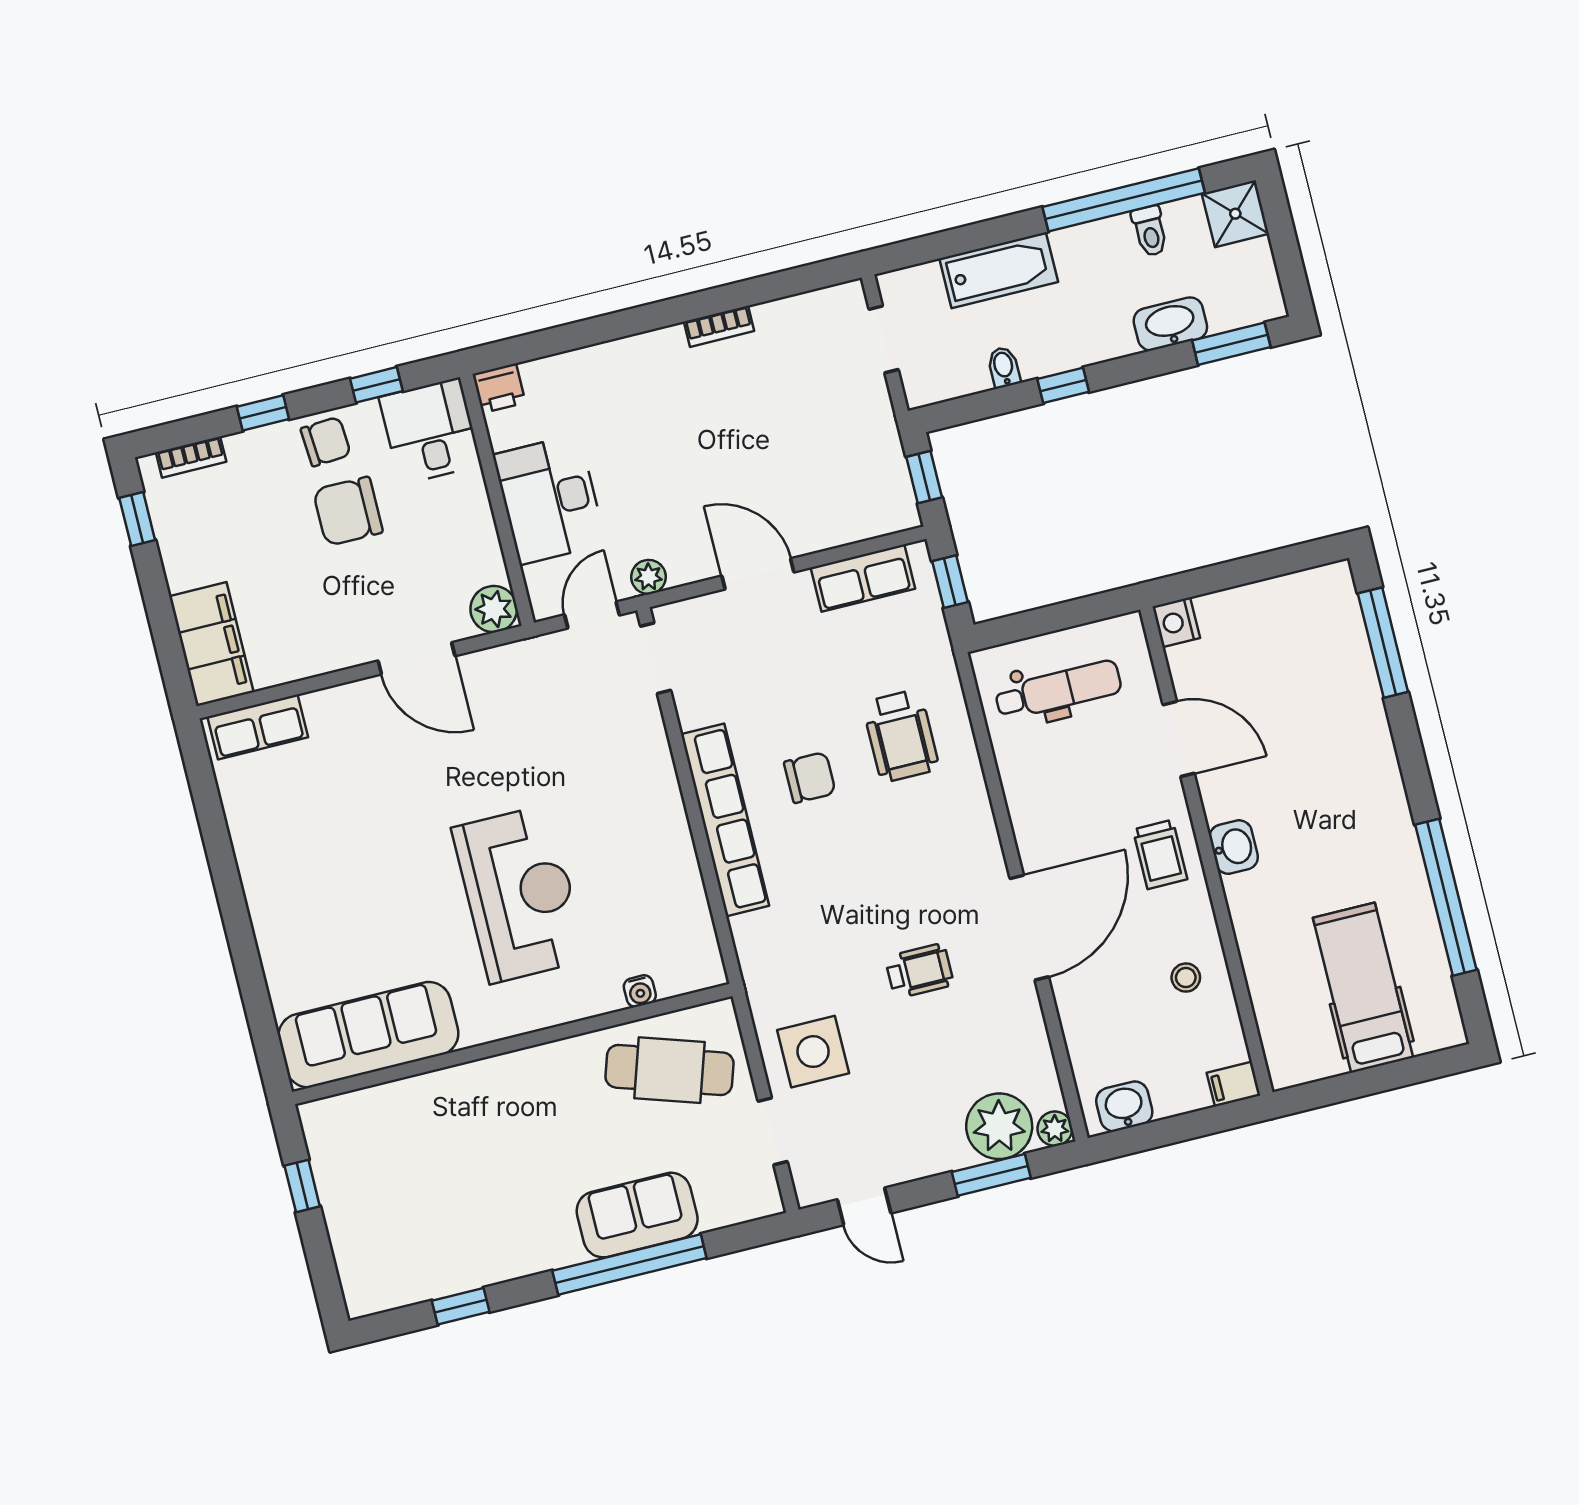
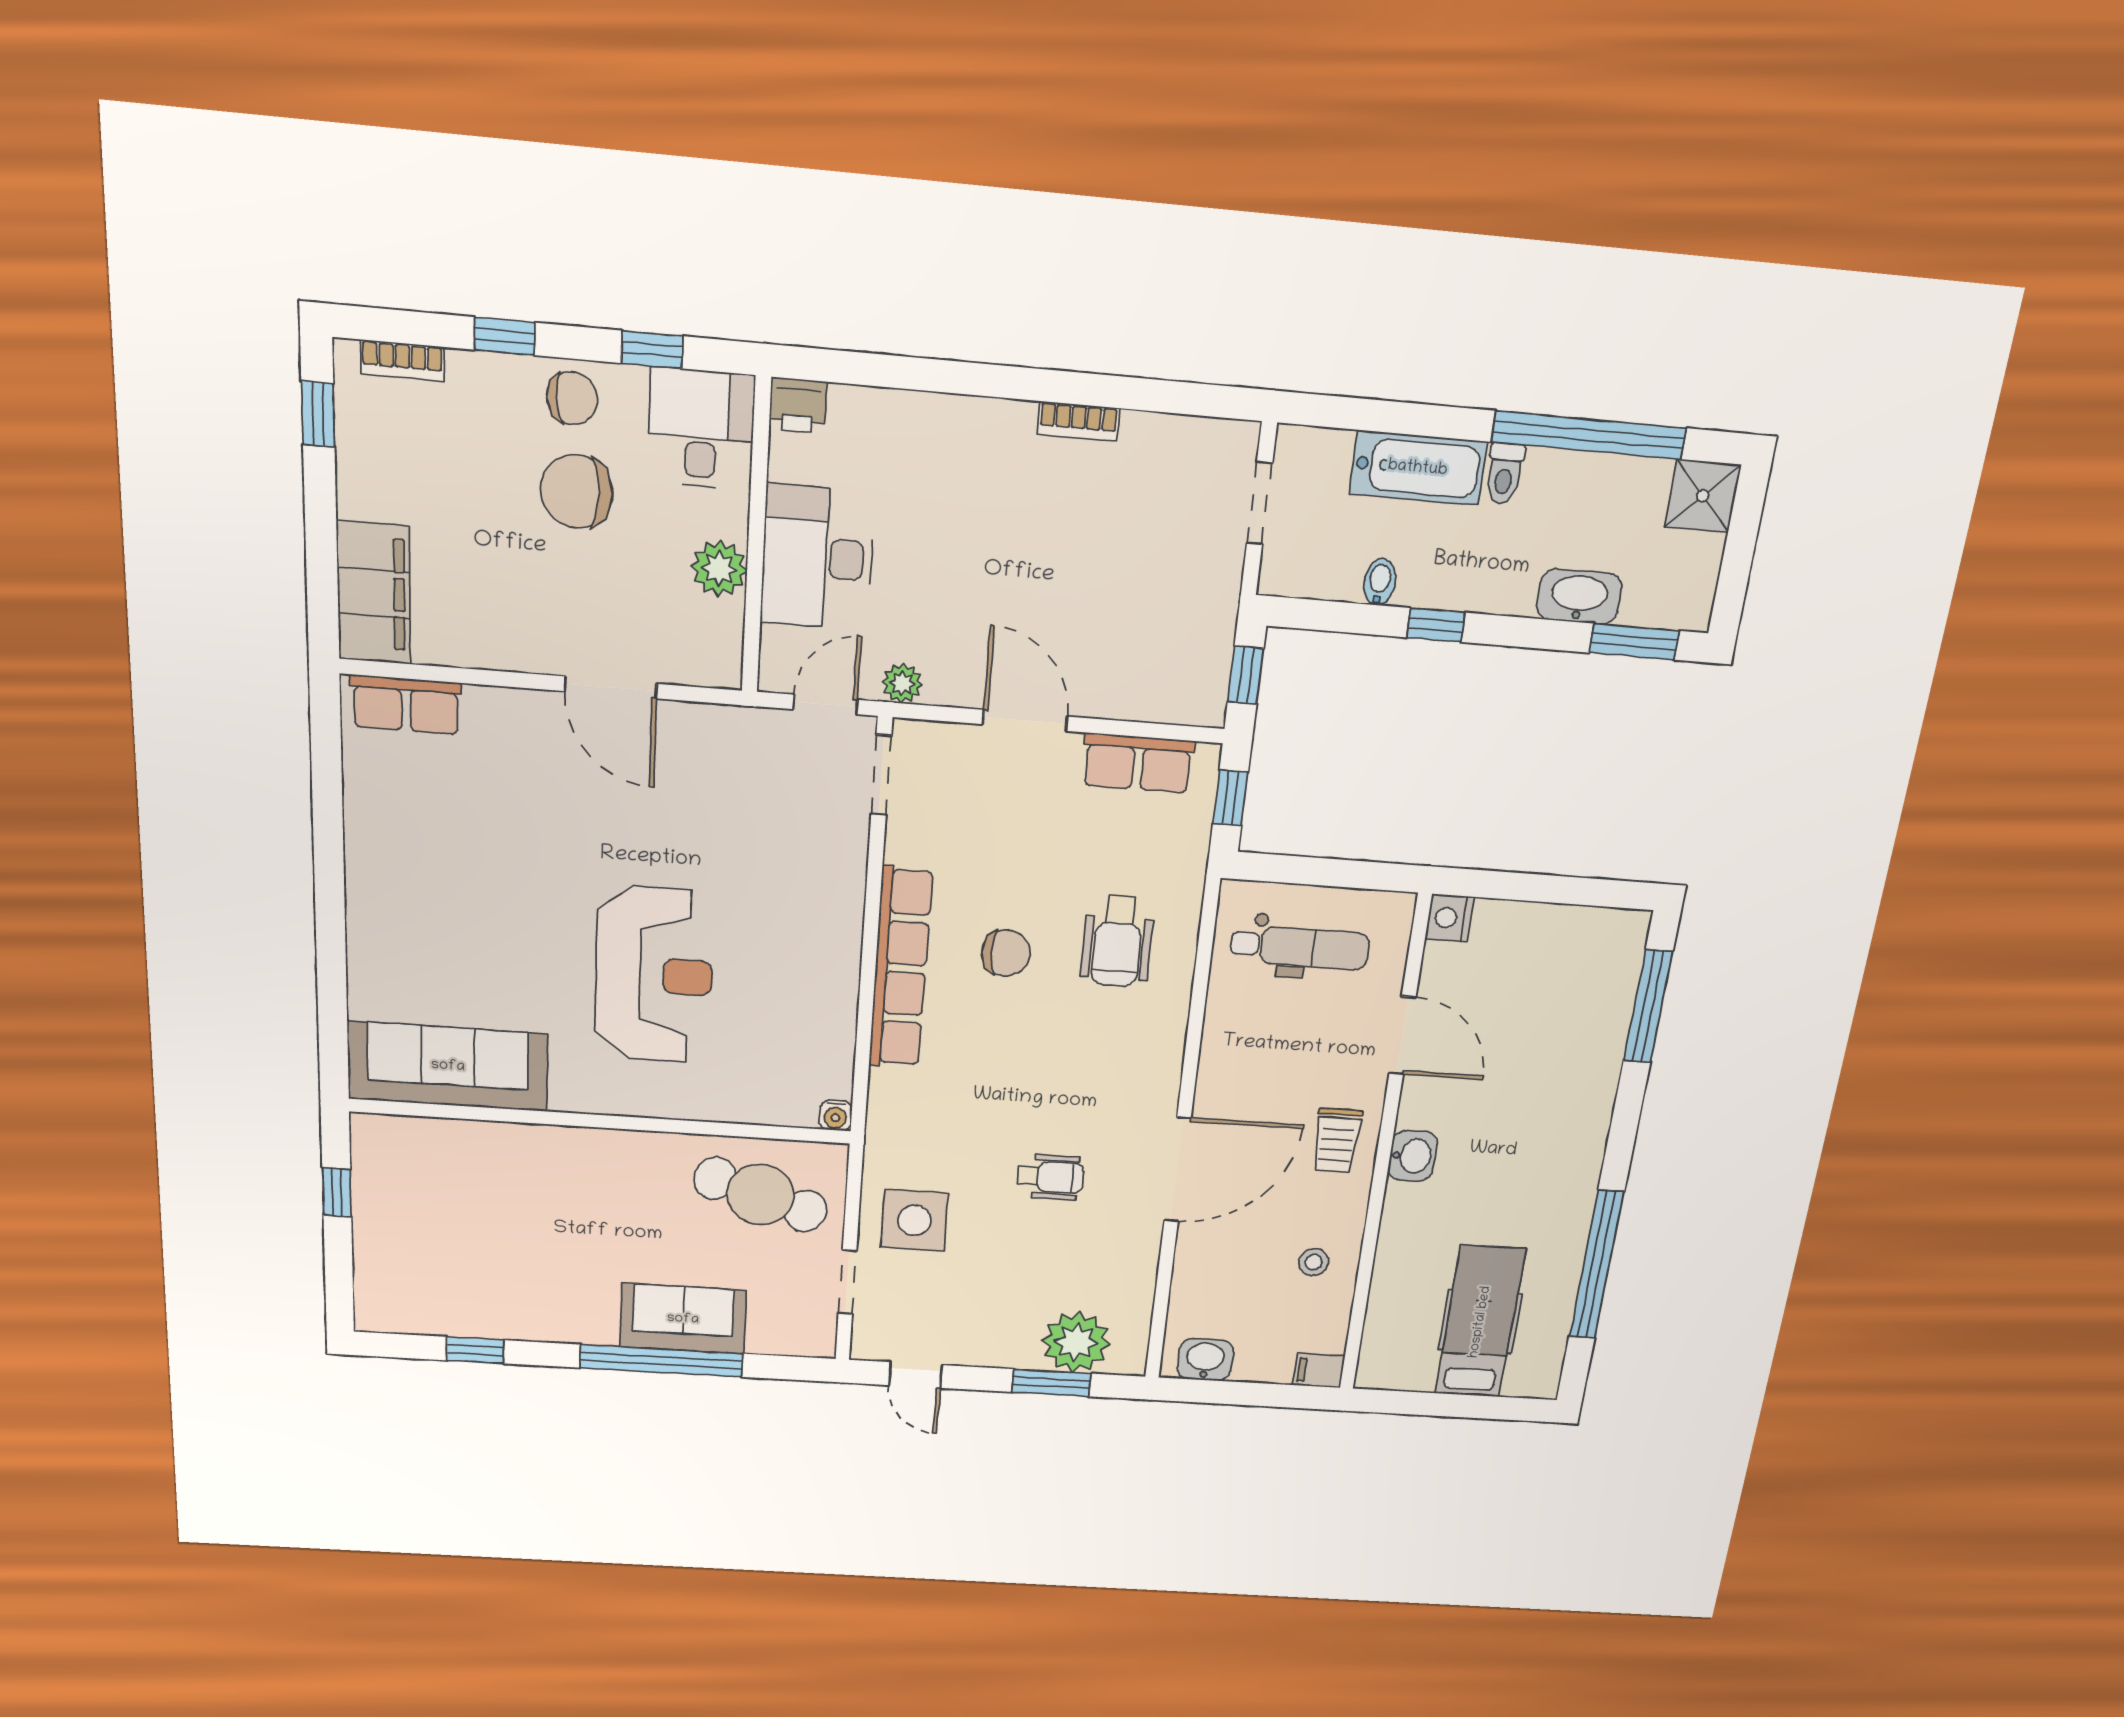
toilet: (1150, 231) -> (1504, 473), moved
plant: (494, 609) -> (719, 568), moved
water cooler: (640, 991) -> (836, 1115), moved
plant: (1055, 1129) -> (1130, 1360), removed

